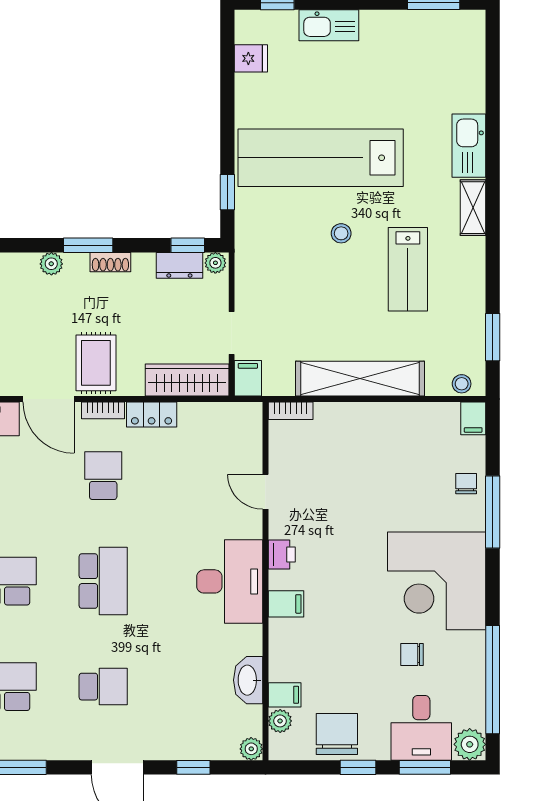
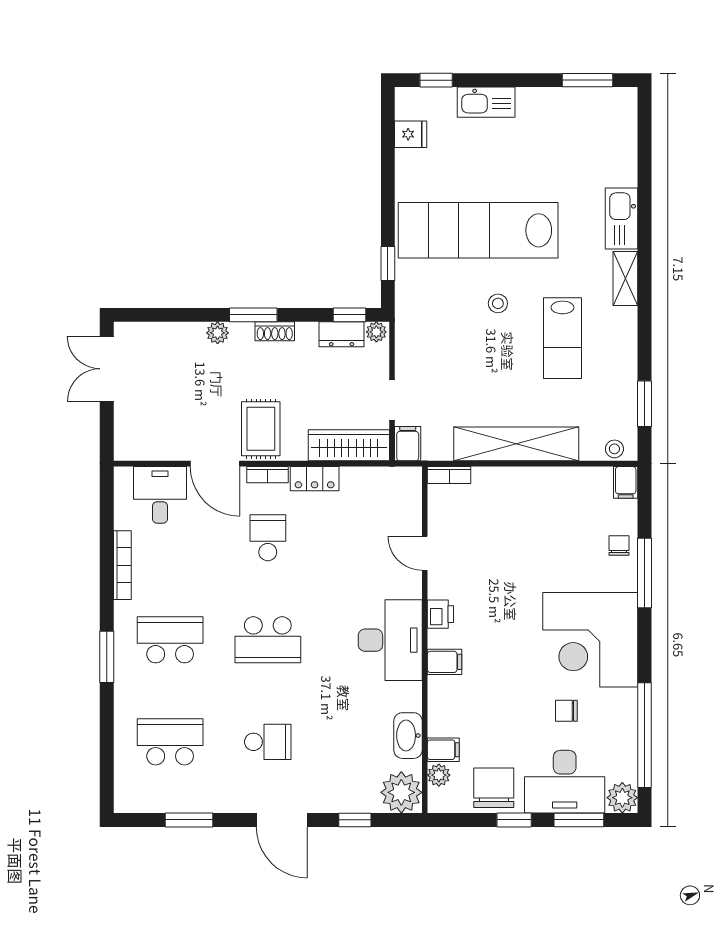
school desk: (103, 581) -> (268, 640), turned 90
desk: (421, 728) -> (565, 782), width x1.37
plant: (251, 749) -> (401, 792), width x1.88, depth x1.88

